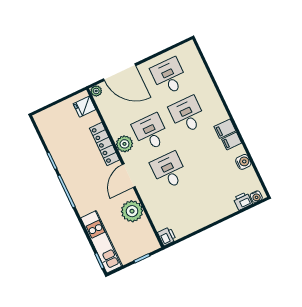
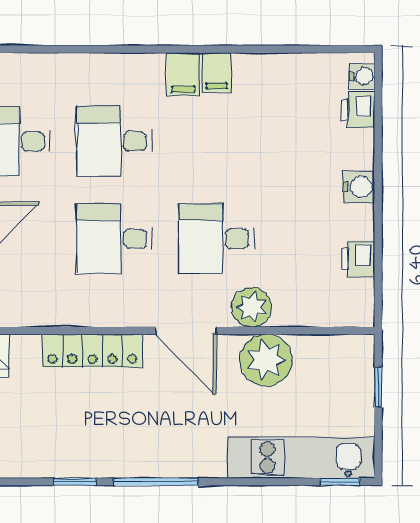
plant: (124, 144) -> (252, 307), moved
water cooler: (243, 162) -> (359, 187), moved, turned 90
printer: (167, 236) -> (358, 259), moved, turned -90

